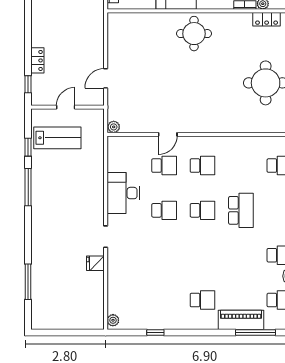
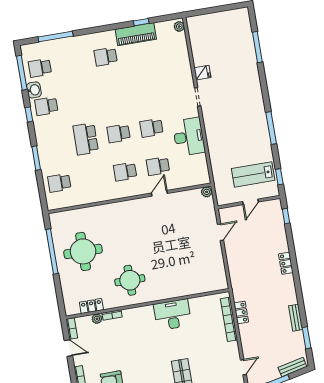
round table: (194, 34) -> (130, 280), moved
locker: (37, 60) -> (286, 263), moved
window: (28, 147) -> (279, 177), moved
piano: (241, 320) -> (136, 34), moved

